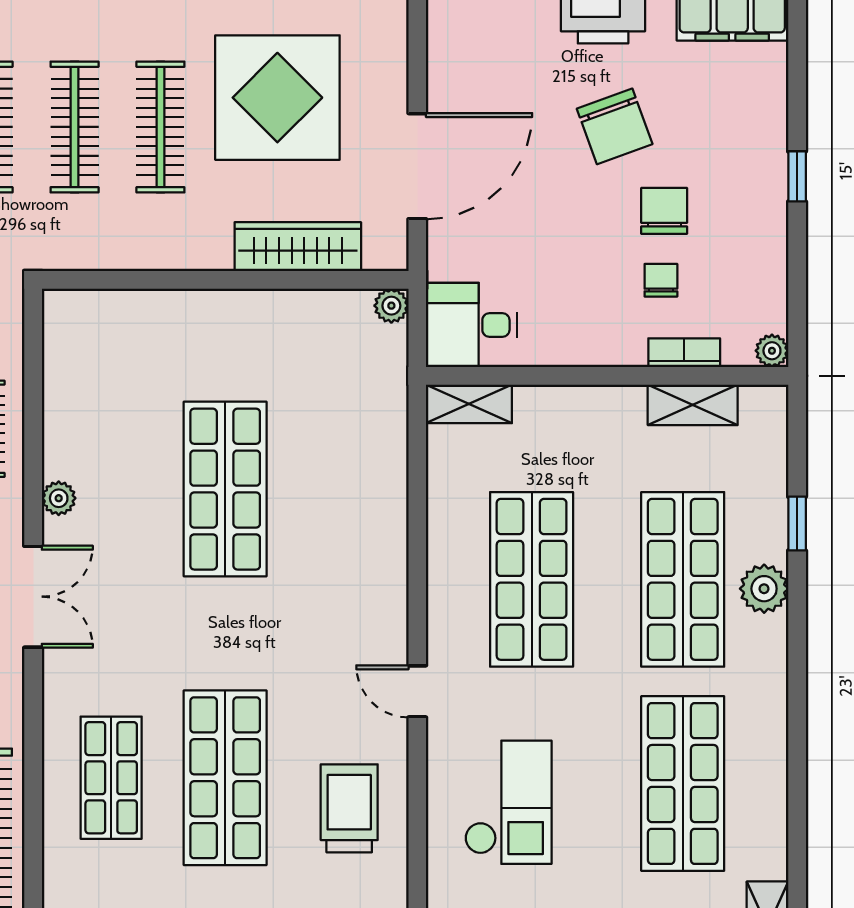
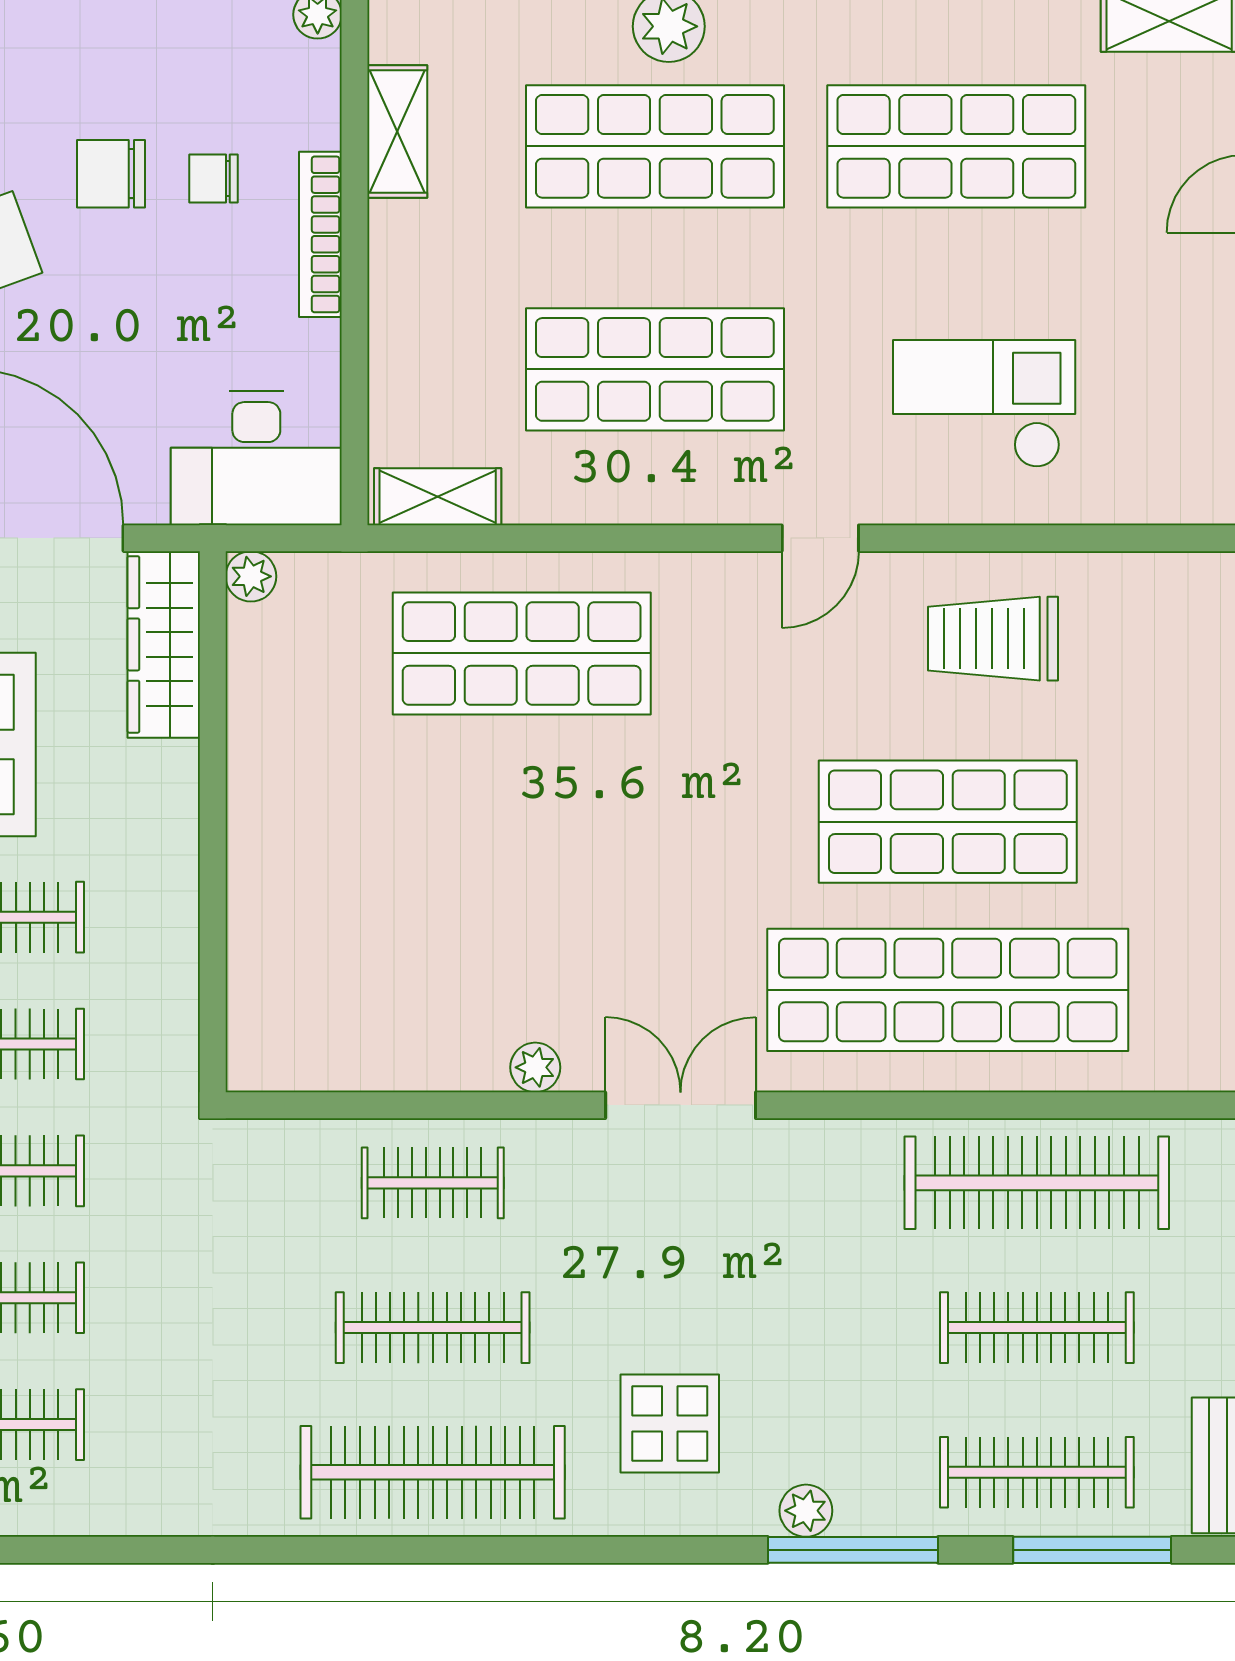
wardrobe: (298, 247) -> (164, 644), moved
desk: (471, 325) -> (256, 458), width x1.37
bookcase: (684, 353) -> (320, 234), moved, width x1.56
shelving: (469, 404) -> (438, 497), moved, turned 90
shop shelf: (225, 489) -> (522, 653), moved
shop shelf: (111, 778) -> (948, 990), width x2.00, depth x1.36

